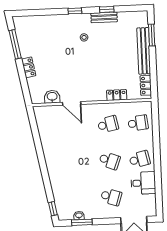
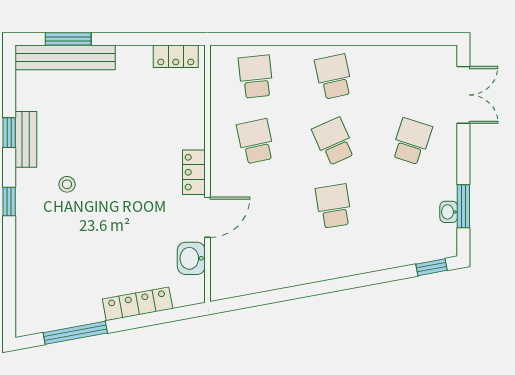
bench: (144, 51) -> (65, 57), moved
locker: (29, 67) -> (138, 304), width x1.53
locker: (117, 95) -> (194, 172), moved
school desk: (109, 161) -> (334, 141), turned -45
school desk: (79, 162) -> (334, 206), added
desk: (143, 183) -> (385, 71), removed

